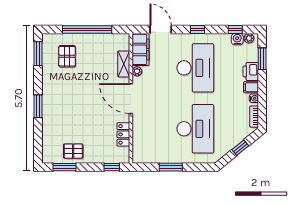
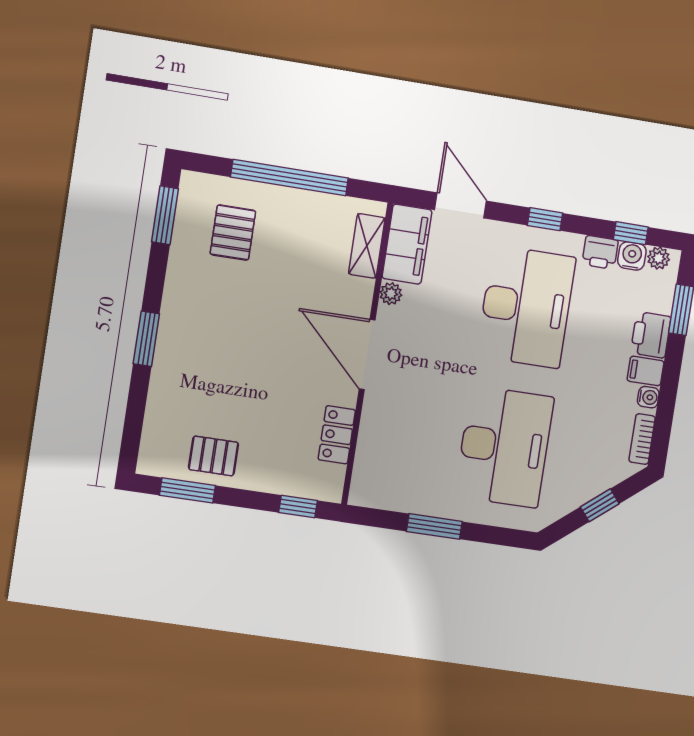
printer: (223, 40) -> (600, 252), added
shelving: (124, 64) -> (367, 246), moved

